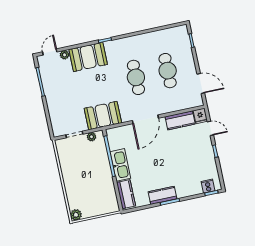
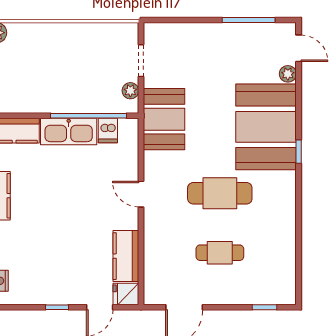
booth: (88, 57) -> (266, 127), width x1.36, depth x1.42
cafe table: (168, 71) -> (220, 253), width x0.73, depth x0.74
door: (145, 119) -> (141, 194), width x0.53
dishwasher: (115, 144) -> (108, 130), added

